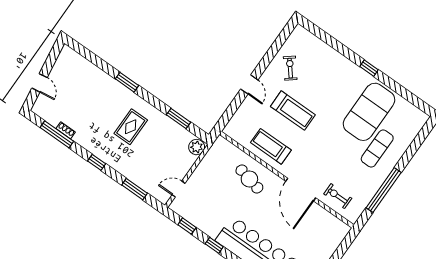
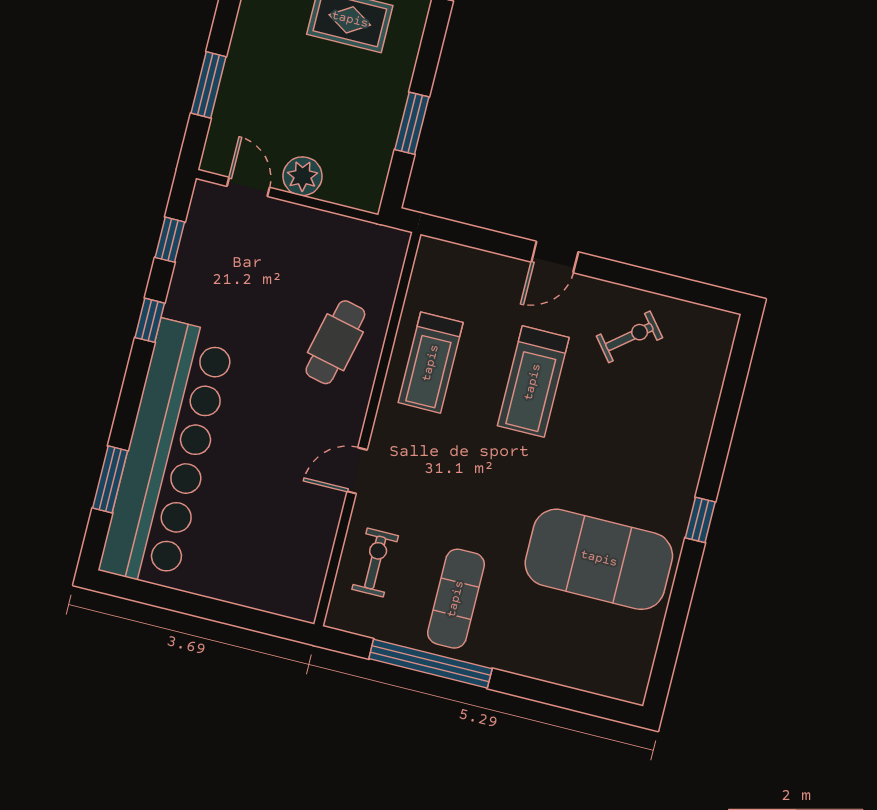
treadmill: (271, 146) -> (431, 363), turned 180
plant: (197, 147) -> (302, 176), moved
exercise mat: (377, 149) -> (456, 599), moved, turned 90
door: (301, 190) -> (357, 471), width x0.53

